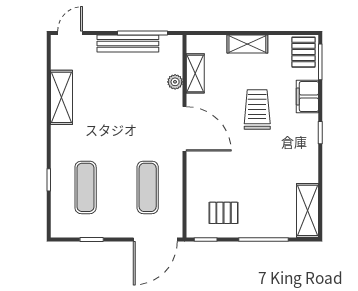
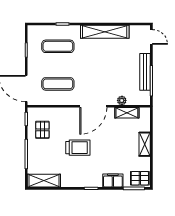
shelving: (61, 97) -> (105, 32), width x1.47
trolley: (257, 109) -> (78, 148), moved

